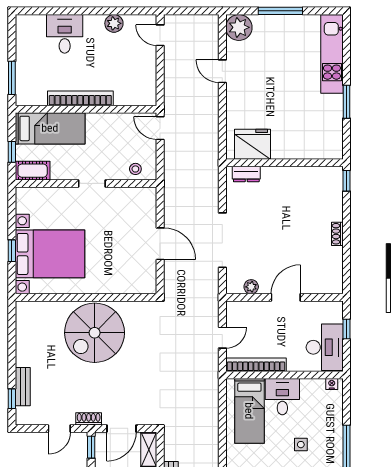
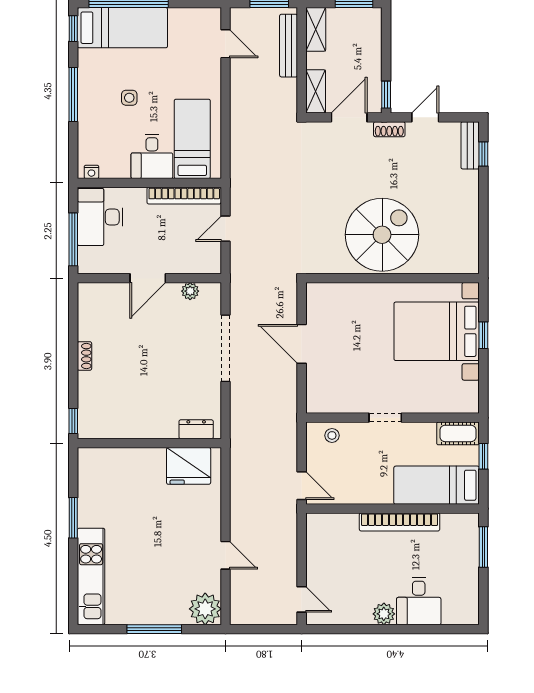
plant: (114, 23) -> (384, 614), moved
window: (347, 329) -> (73, 239), width x2.17
bench: (23, 387) -> (470, 145), moved

